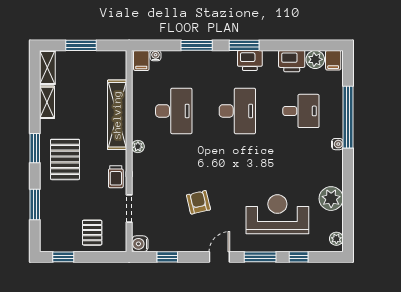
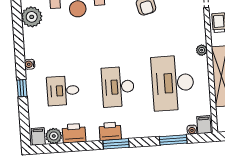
window: (197, 45) -> (173, 140), moved
desk: (174, 111) -> (173, 83), width x1.36, depth x1.30
window: (348, 117) -> (22, 88), width x0.32

